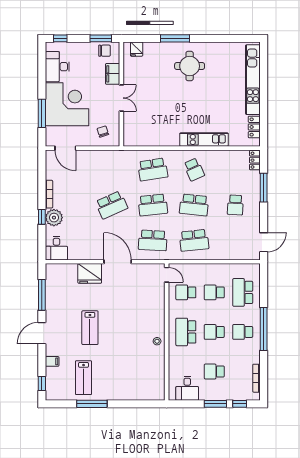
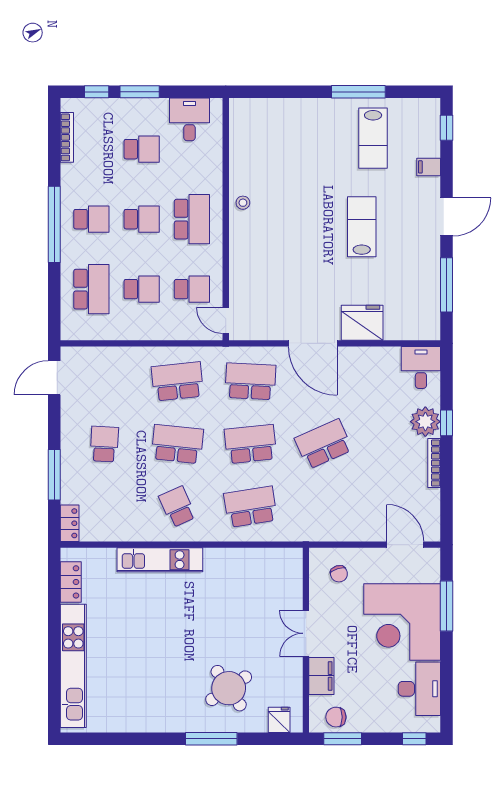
round table: (190, 66) -> (229, 688), moved, turned -34
lab bench: (84, 378) -> (373, 138), turned 180

